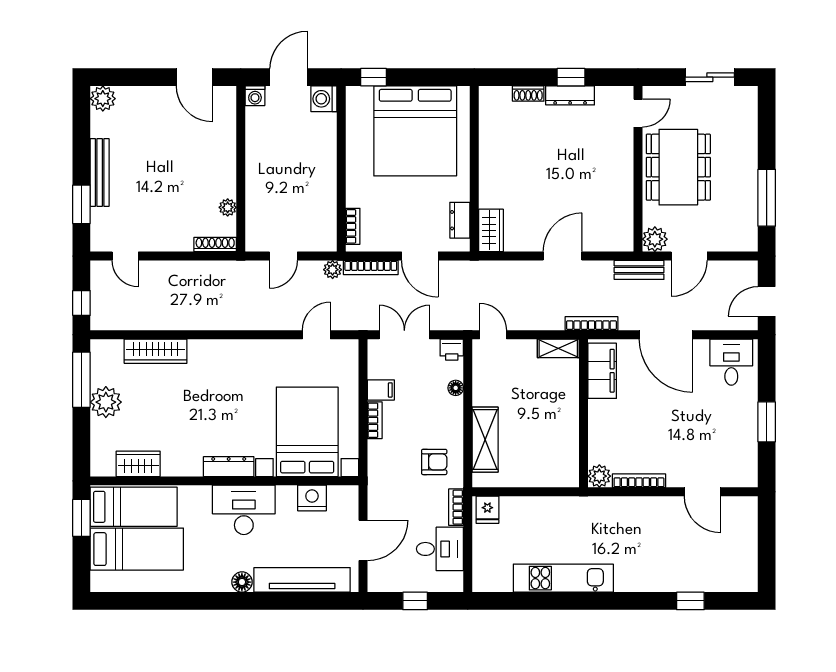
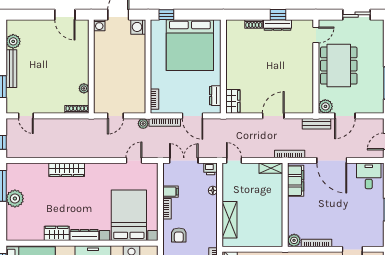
plant: (103, 99) -> (13, 41), moved
wardrobe: (156, 351) -> (67, 170), moved
armchair: (434, 462) -> (179, 235), moved, turned 90
wardrobe: (138, 464) -> (57, 233), moved

